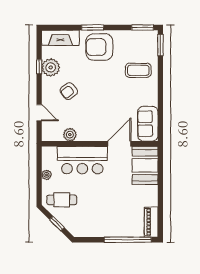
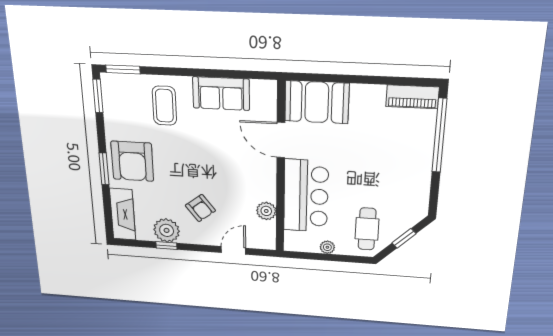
sofa: (148, 124) -> (221, 94), moved

